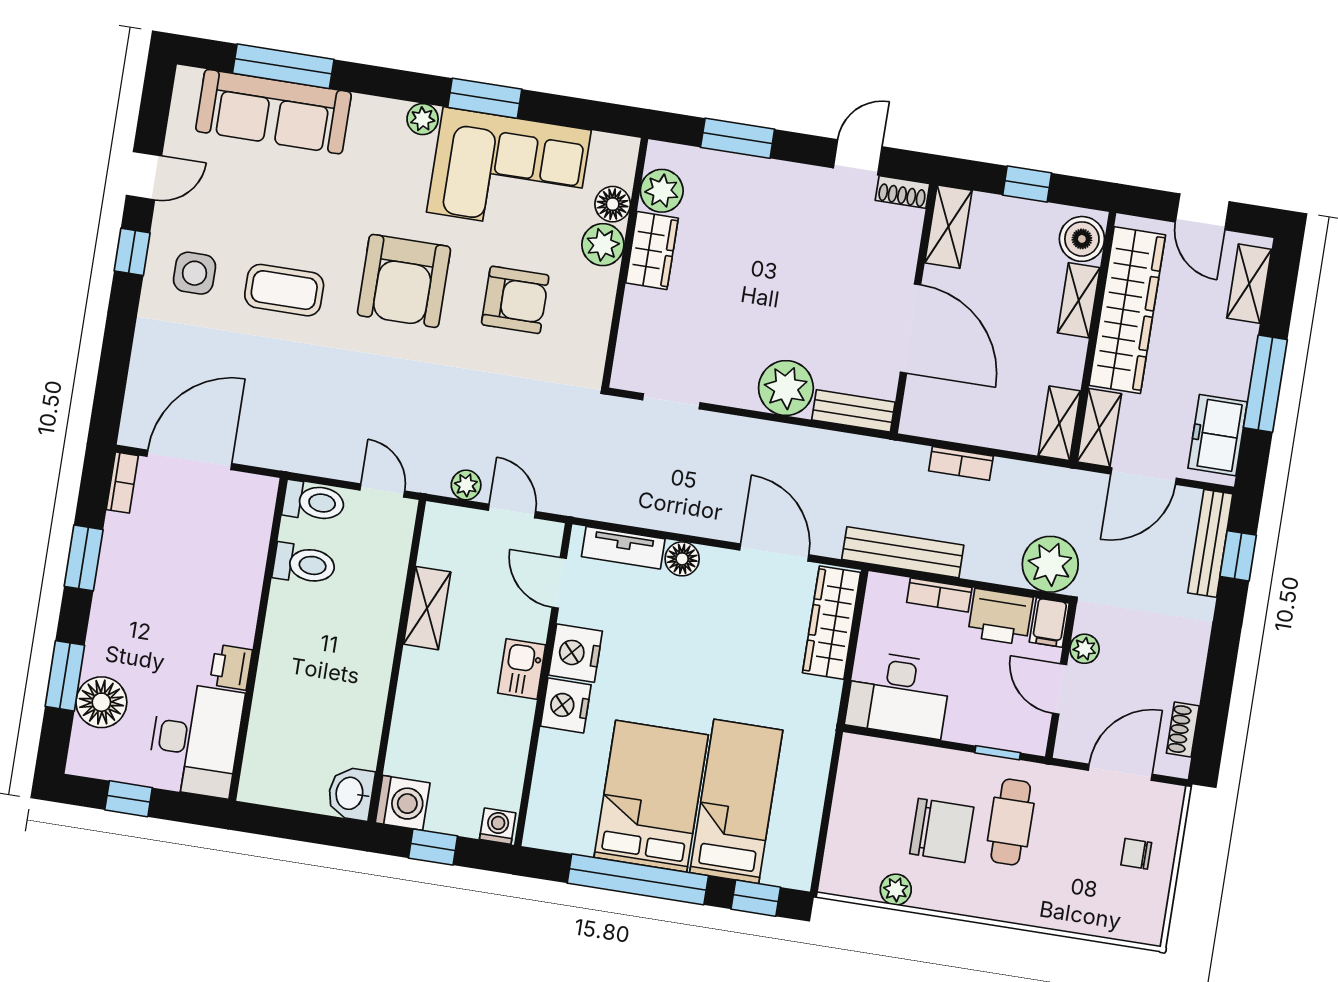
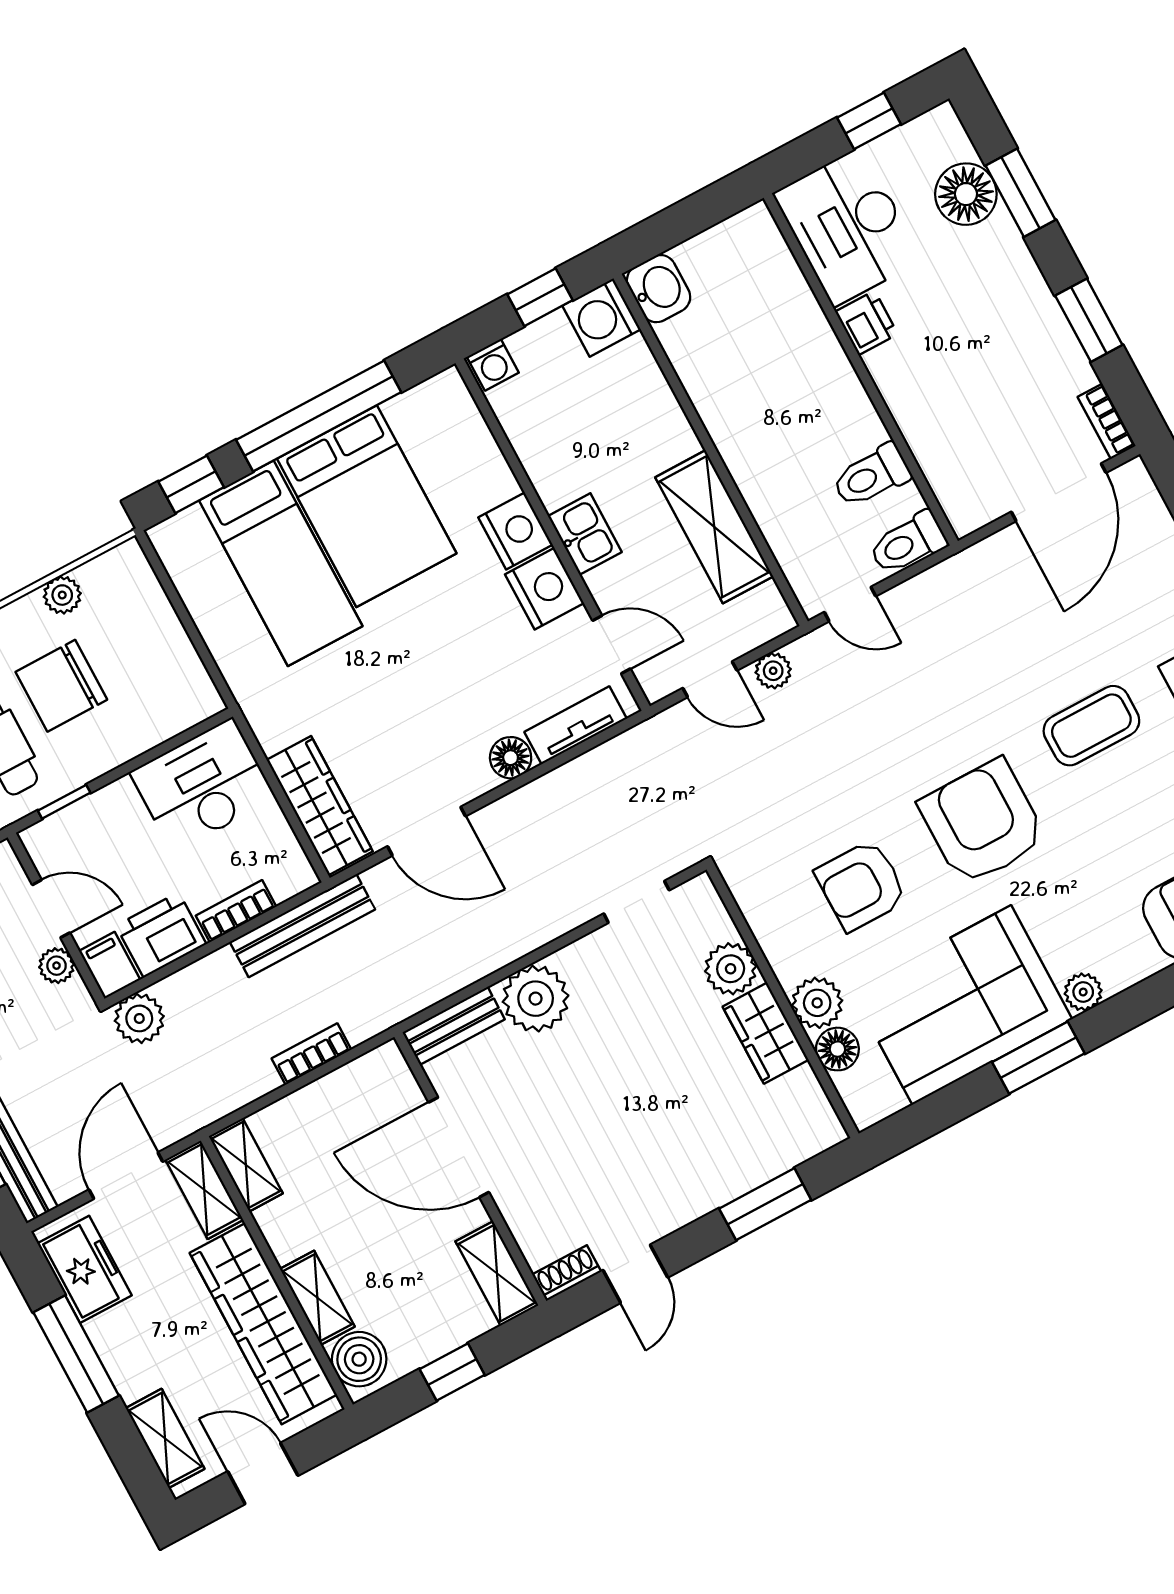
plant: (662, 191) -> (731, 969), moved
plant: (1050, 564) -> (139, 1018), width x0.73, depth x0.73
shelving: (427, 608) -> (714, 527), width x1.50, depth x1.33

